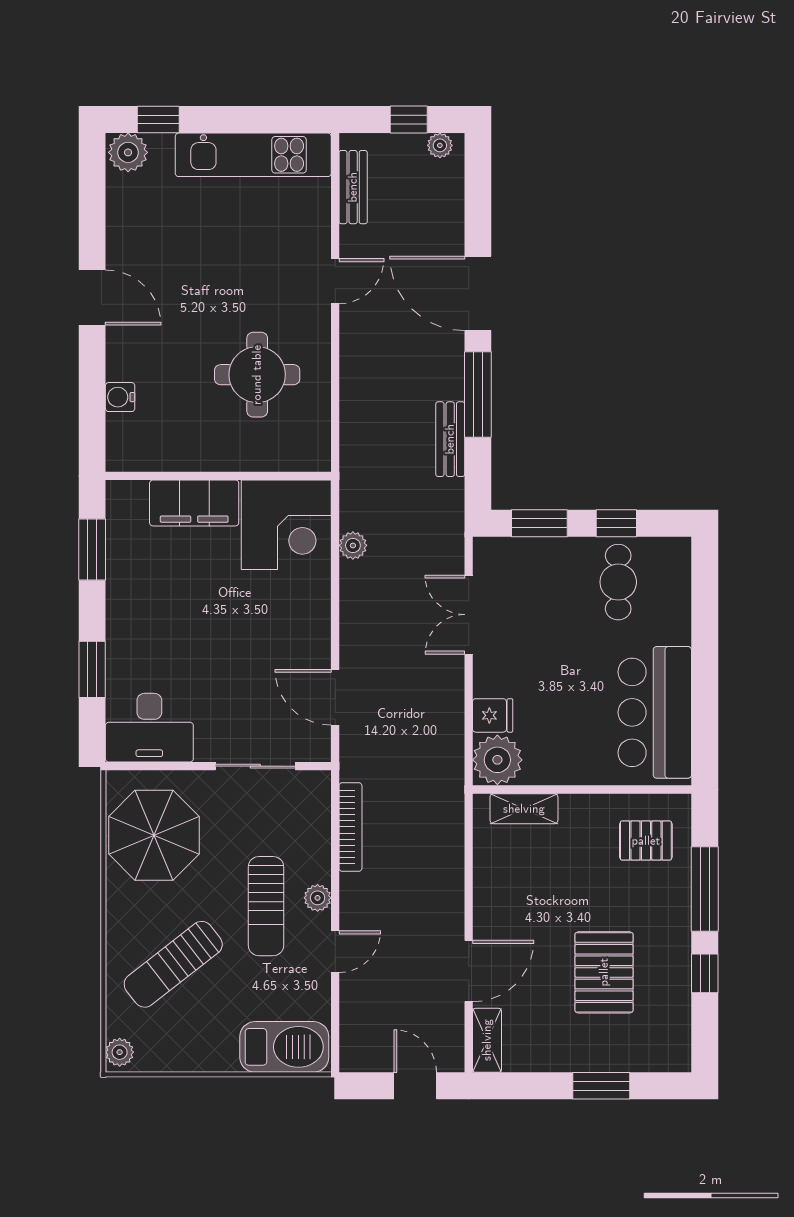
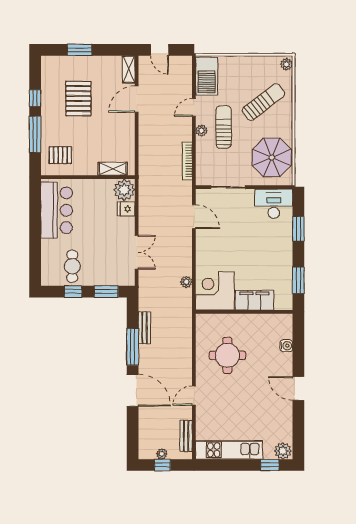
plant: (440, 145) -> (162, 454), moved
barbecue: (284, 1047) -> (207, 76), moved, turned -90

